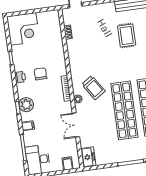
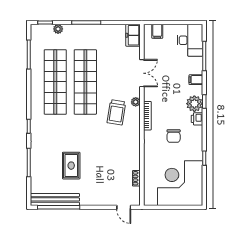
corner desk: (23, 29) -> (180, 183), width x1.36, depth x1.36
printer: (20, 77) -> (197, 119), moved
trolley: (93, 88) -> (116, 112), turned -138

